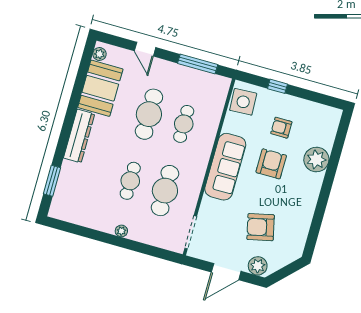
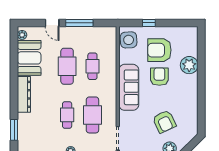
window: (198, 64) -> (79, 23), moved
armchair: (281, 128) -> (159, 50), width x1.88, depth x1.88
armchair: (261, 227) -> (164, 122), turned -102

